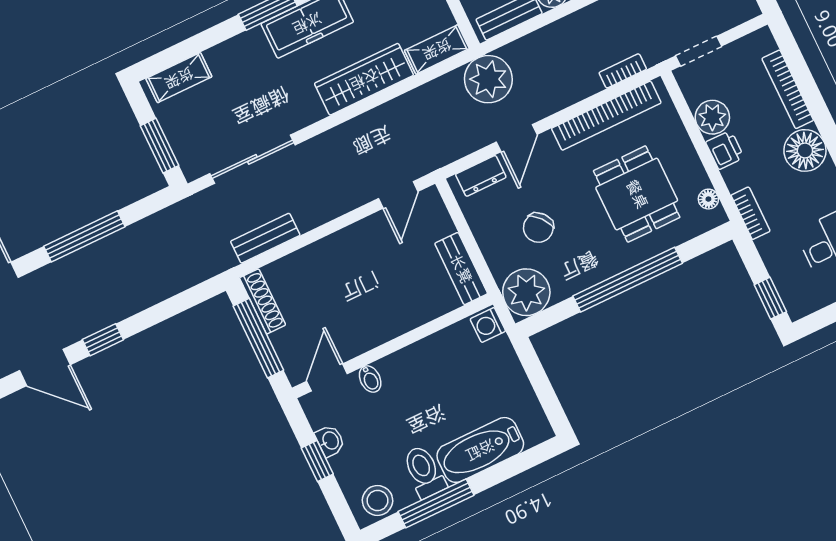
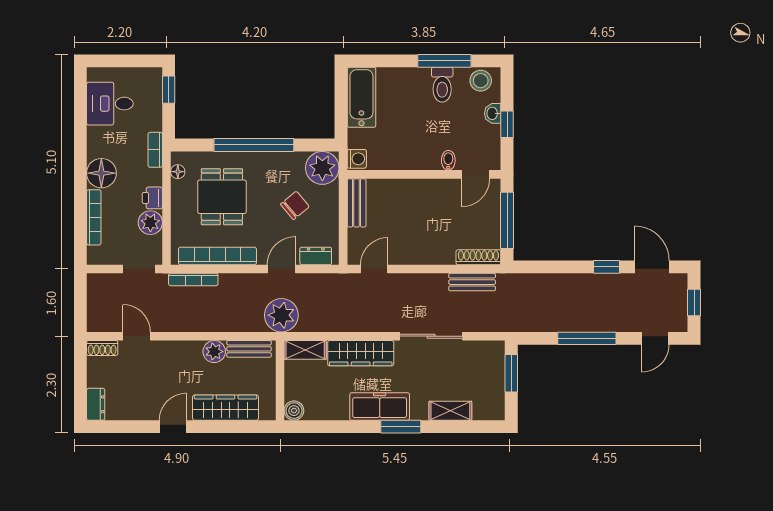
bookcase: (623, 71) -> (193, 280), width x1.56
shelving: (179, 78) -> (450, 411), moved
sliding door: (252, 159) -> (431, 336), moved
shoe rack: (263, 301) -> (478, 257), moved, turned 90
washbasin: (330, 441) -> (493, 113), moved
bathtub: (480, 450) -> (361, 97), moved, turned -90

